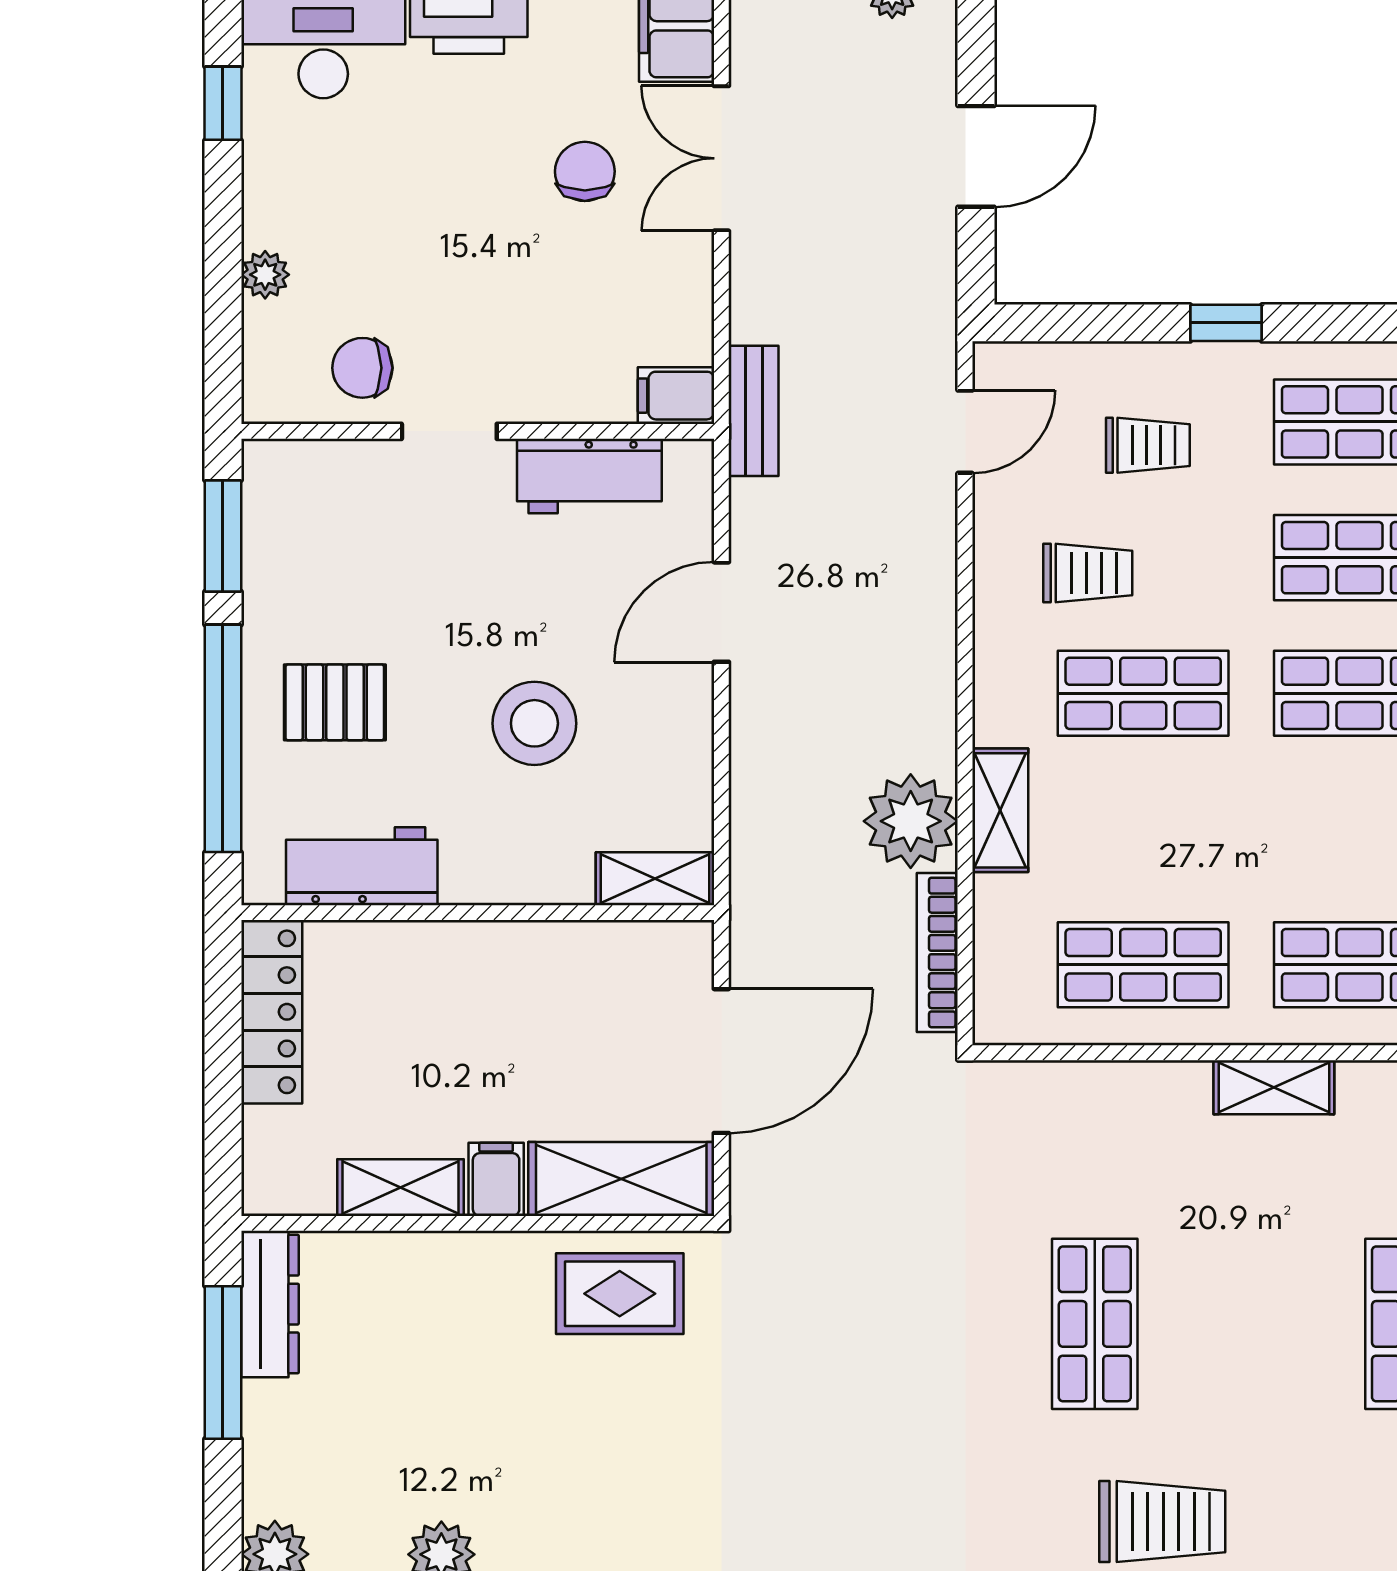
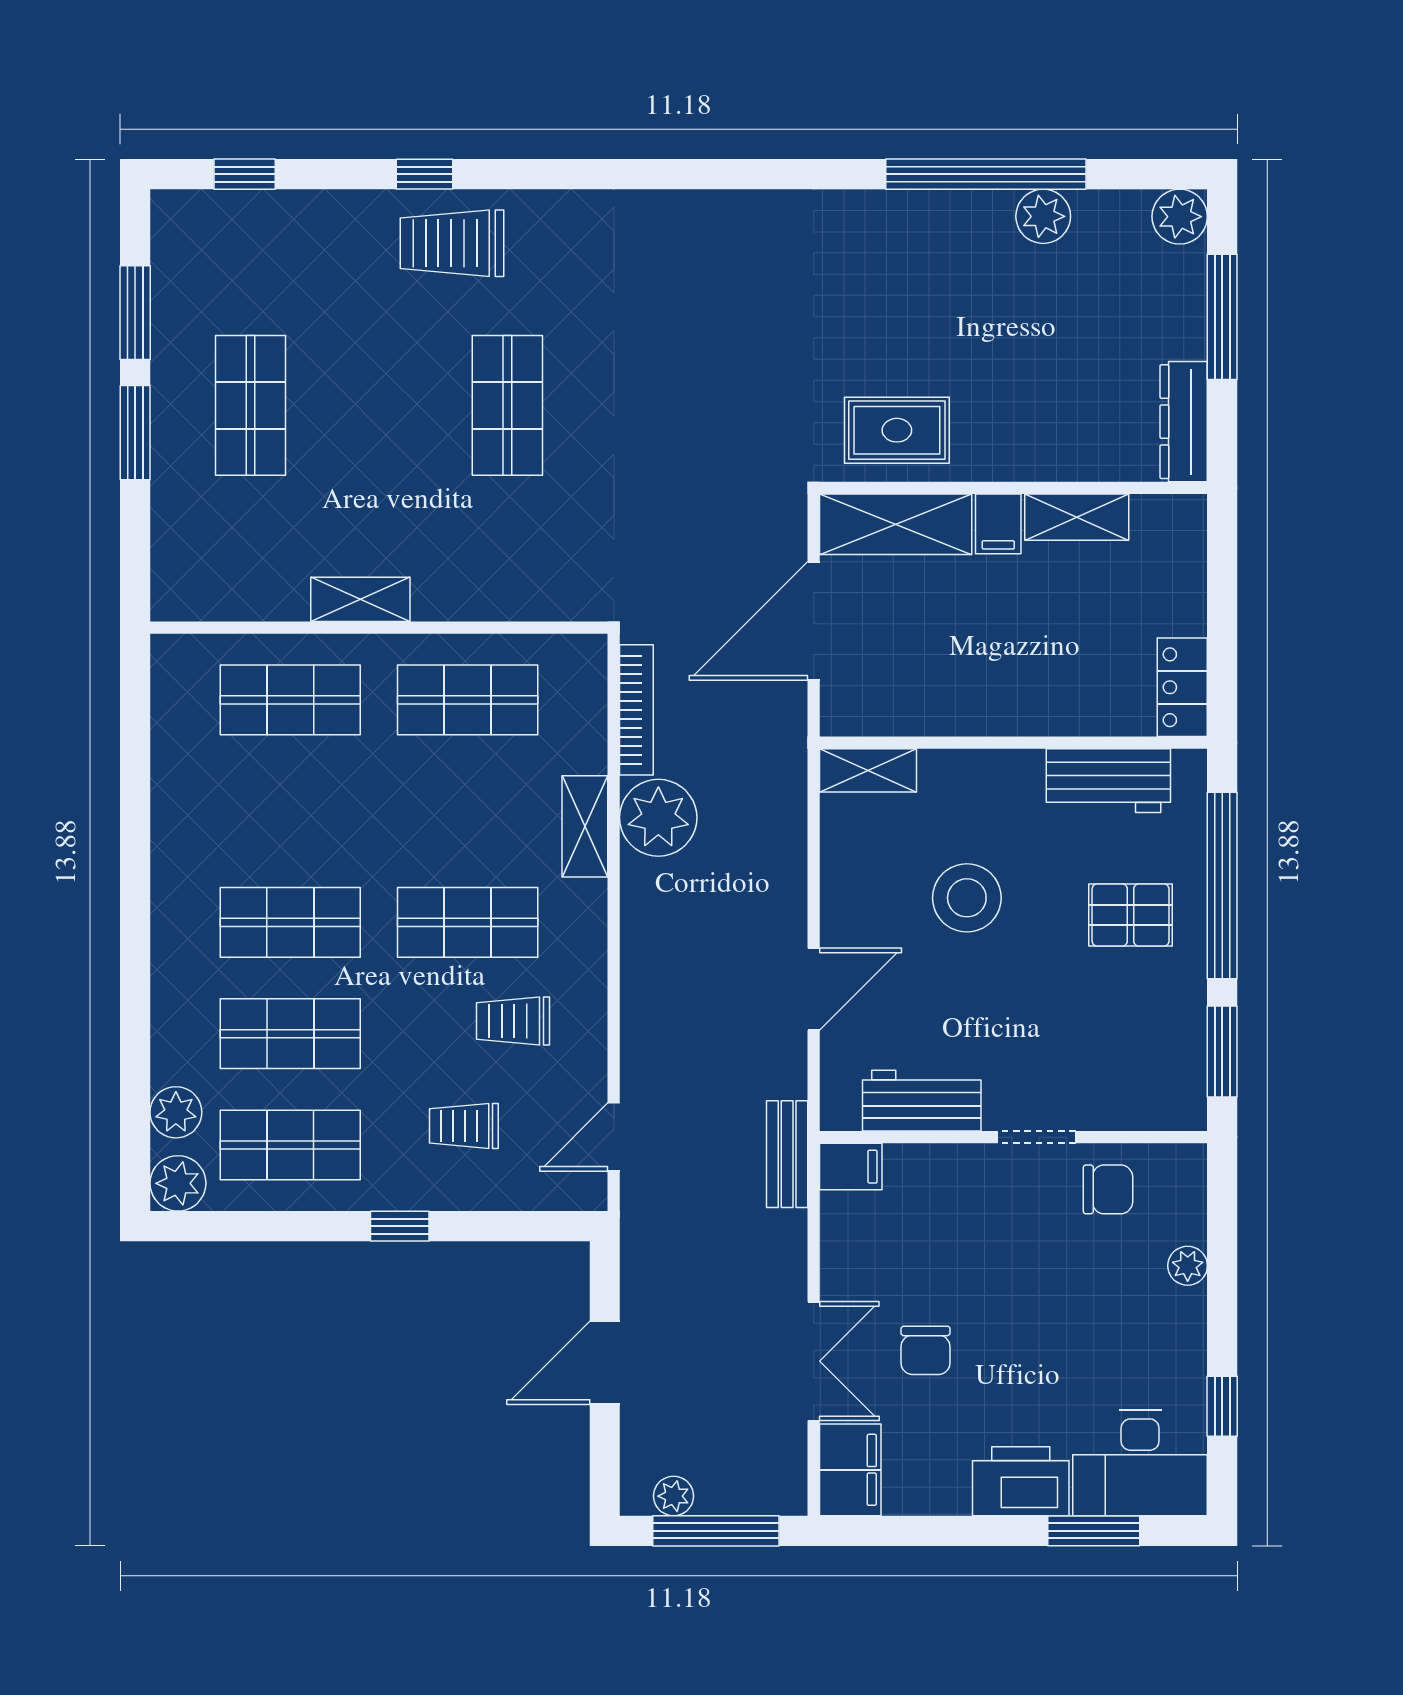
locker: (272, 1012) -> (1182, 687), width x0.66
window: (223, 1362) -> (1222, 317), moved

